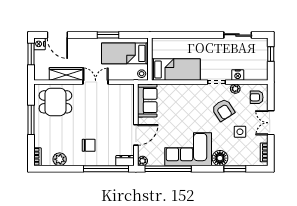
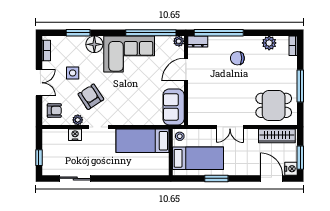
wardrobe: (66, 74) -> (277, 136), moved

